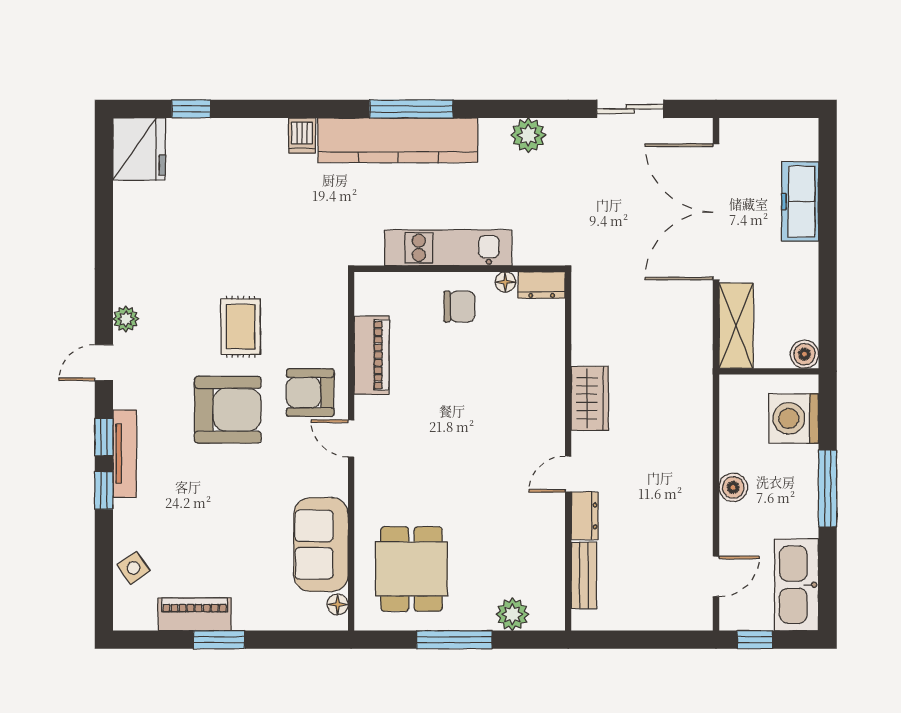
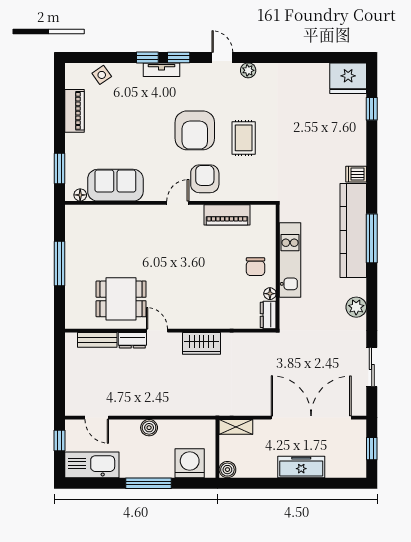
window: (769, 109) -> (372, 449), added
freezer: (800, 202) -> (301, 467), moved
shelving: (736, 326) -> (236, 427), width x0.67, depth x0.75
rug: (241, 327) -> (244, 138), turned 90
tv unit: (125, 454) -> (162, 70), width x0.71
dining table: (411, 569) -> (121, 299), moved
plant: (512, 614) -> (74, 298), removed
window: (219, 640) -> (59, 169), moved

